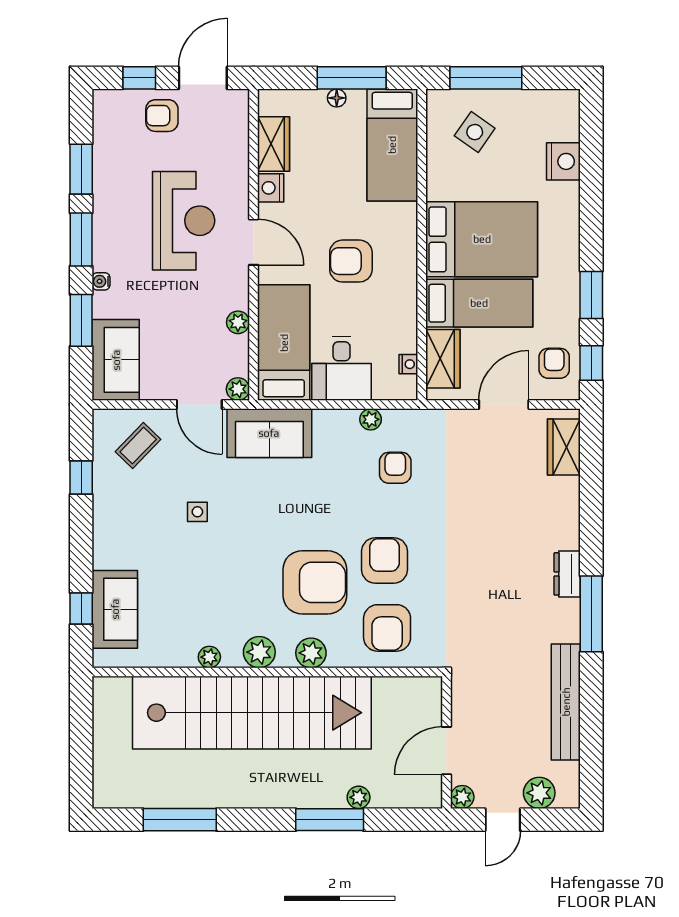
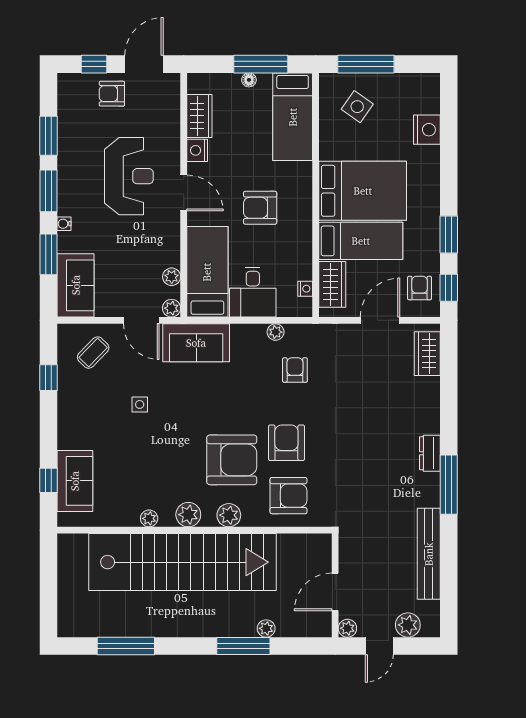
plant: (238, 322) -> (172, 277), moved
armchair: (387, 628) -> (288, 496), turned -90

